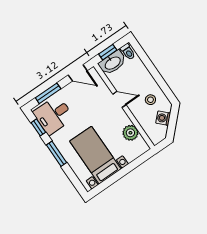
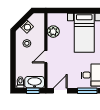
door: (78, 73) -> (60, 91), hinge flipped
door: (119, 99) -> (46, 57), hinge flipped

